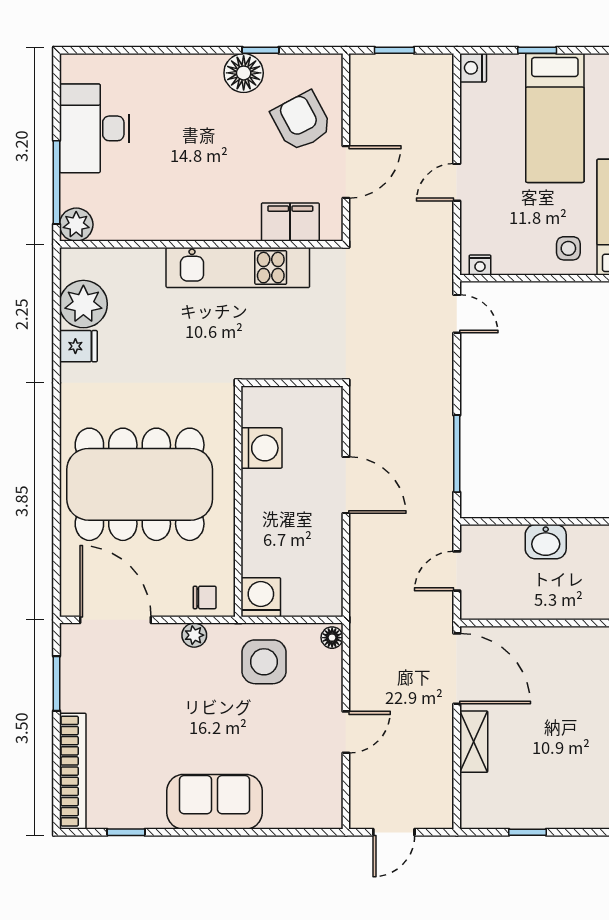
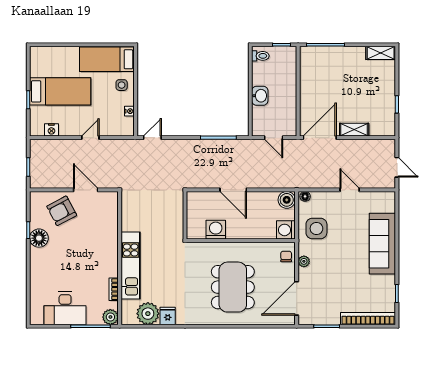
nightstand: (473, 68) -> (51, 130), moved
door: (457, 182) -> (90, 138), swing flipped
filing cabinet: (290, 222) -> (109, 216), removed
bookcase: (135, 232) -> (114, 289), added
nightstand: (480, 265) -> (129, 111), moved
kitchen unit: (238, 268) -> (131, 265), moved
dining table: (140, 484) -> (233, 287), width x0.73, depth x0.80
door: (346, 485) -> (233, 190), swing flipped
boiler: (325, 599) -> (287, 200), added
sofa: (215, 802) -> (382, 244), width x1.36

